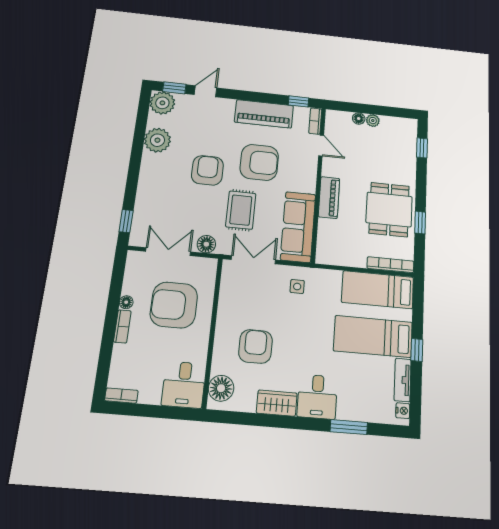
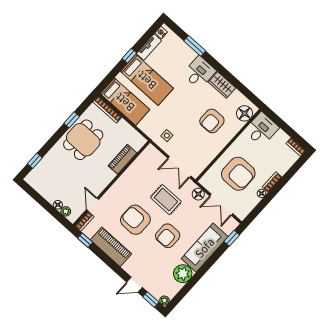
plant: (162, 103) -> (164, 301), width x0.53, depth x0.53
plant: (373, 121) -> (66, 211), moved
piano: (329, 197) -> (122, 159), moved
rug: (241, 210) -> (166, 200), turned 90
sofa: (298, 227) -> (205, 248), moved, turned 180

